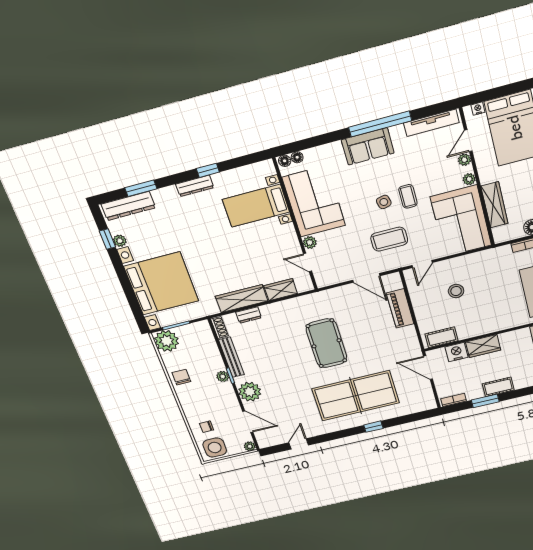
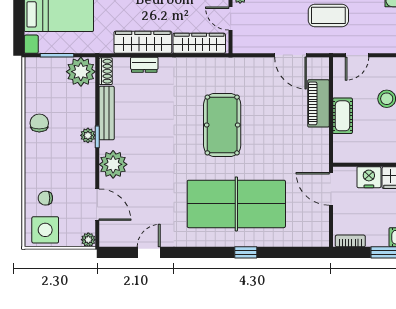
wardrobe: (281, 290) -> (199, 43), width x1.50
cot: (441, 337) -> (343, 116), moved, turned 90
plant: (167, 341) -> (81, 72), moved

